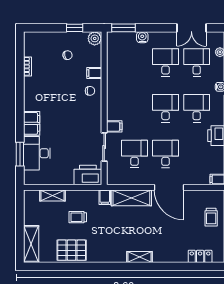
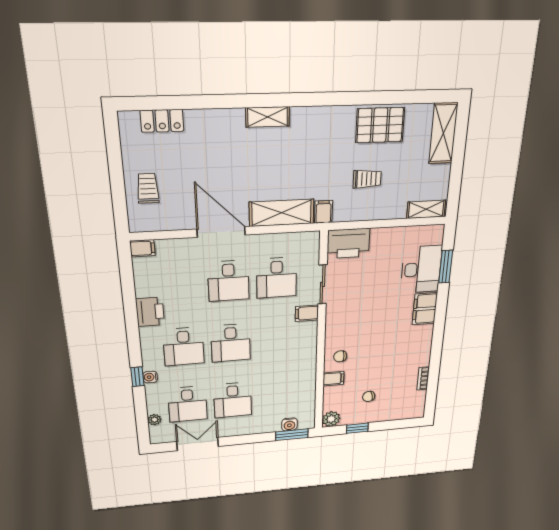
water cooler: (142, 37) -> (289, 424), moved
shelving: (53, 195) -> (426, 209), moved

